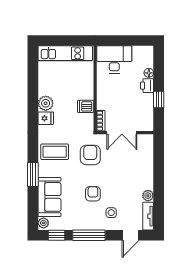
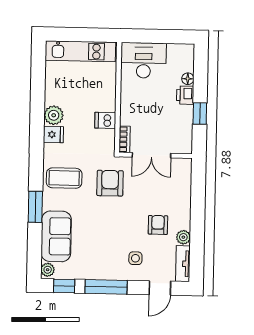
armchair: (93, 194) -> (158, 225), moved

